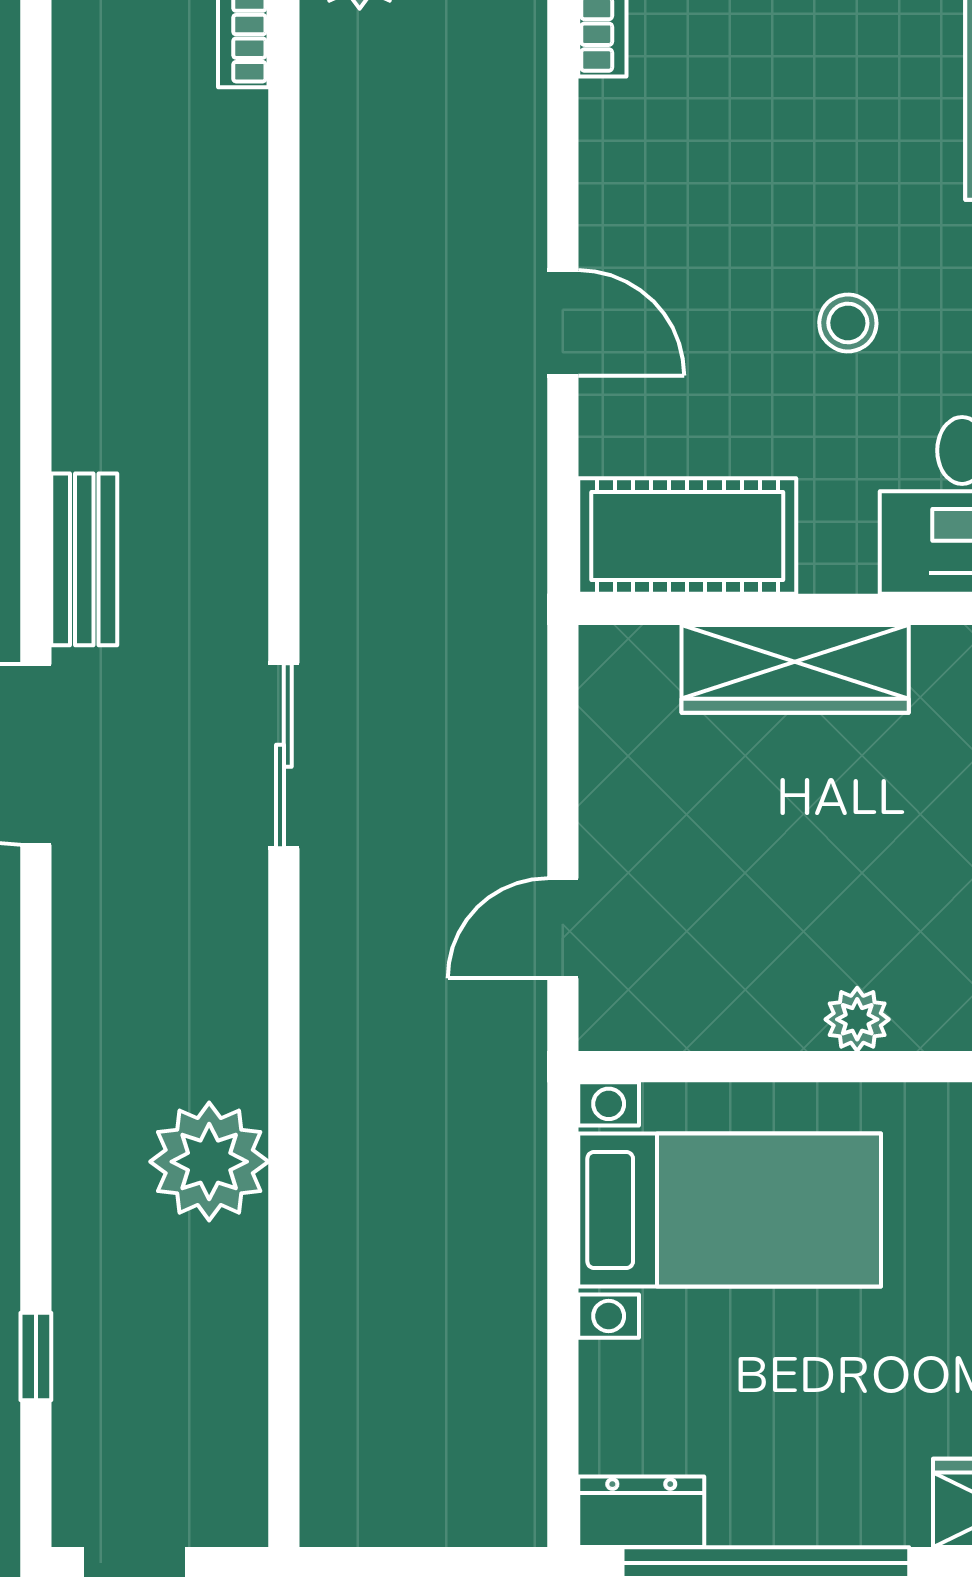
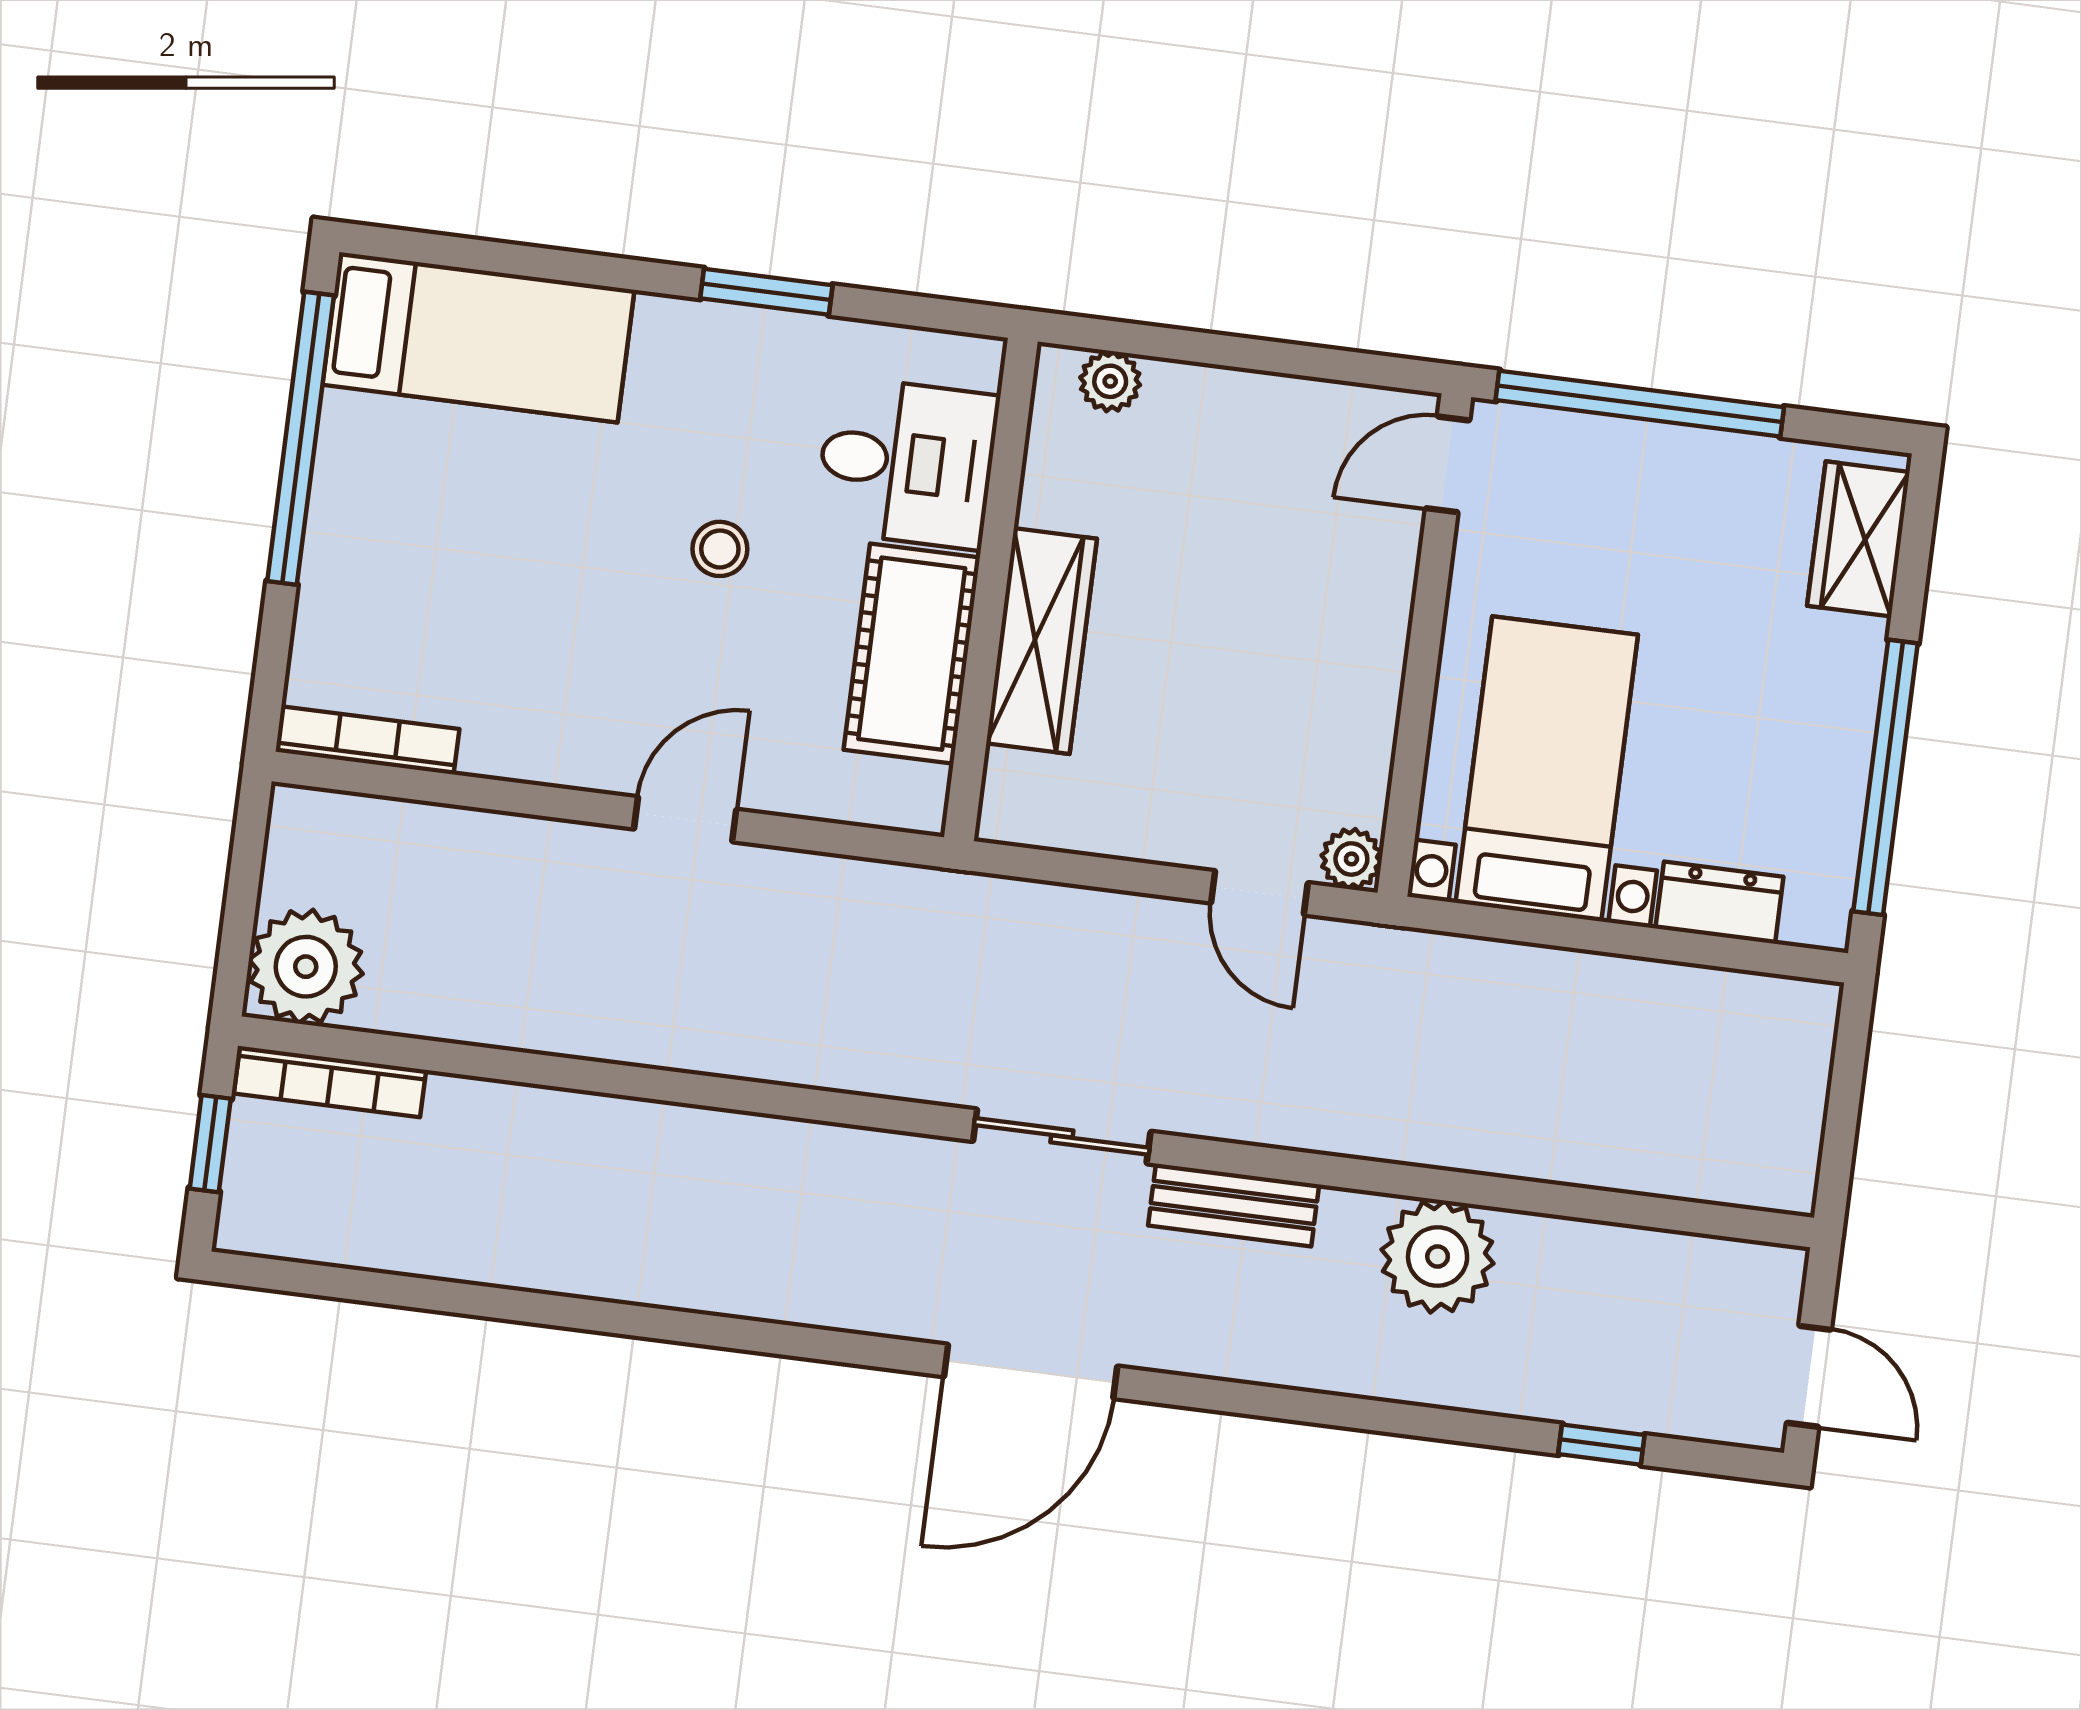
cot: (687, 536) -> (912, 654), moved
bench: (84, 559) -> (1234, 1205), moved
plant: (857, 1019) -> (1351, 859), moved
dresser: (641, 1512) -> (1719, 903), moved, turned 90

